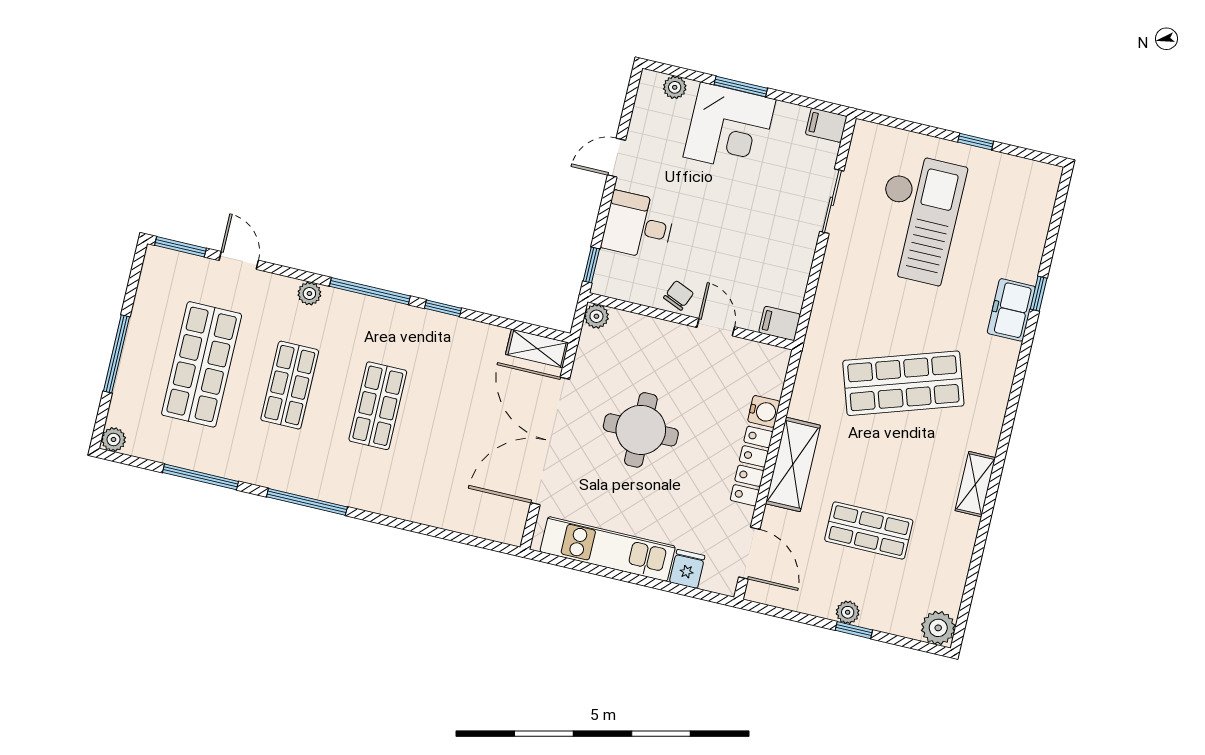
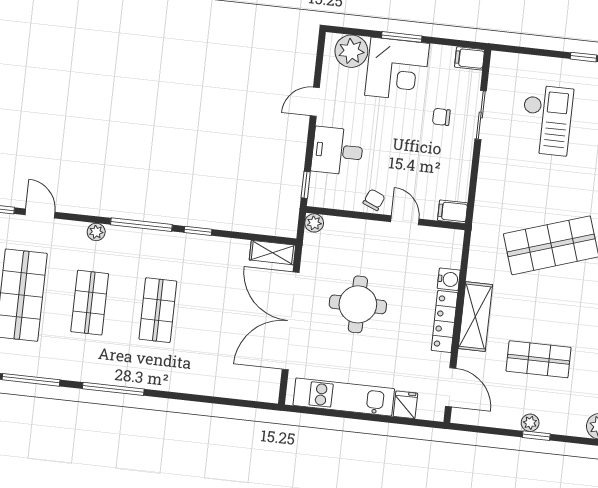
plant: (675, 87) -> (351, 51), width x1.88, depth x1.88
chair: (780, 197) -> (441, 117), added
checkout: (917, 218) -> (546, 120), width x0.73, depth x0.83

